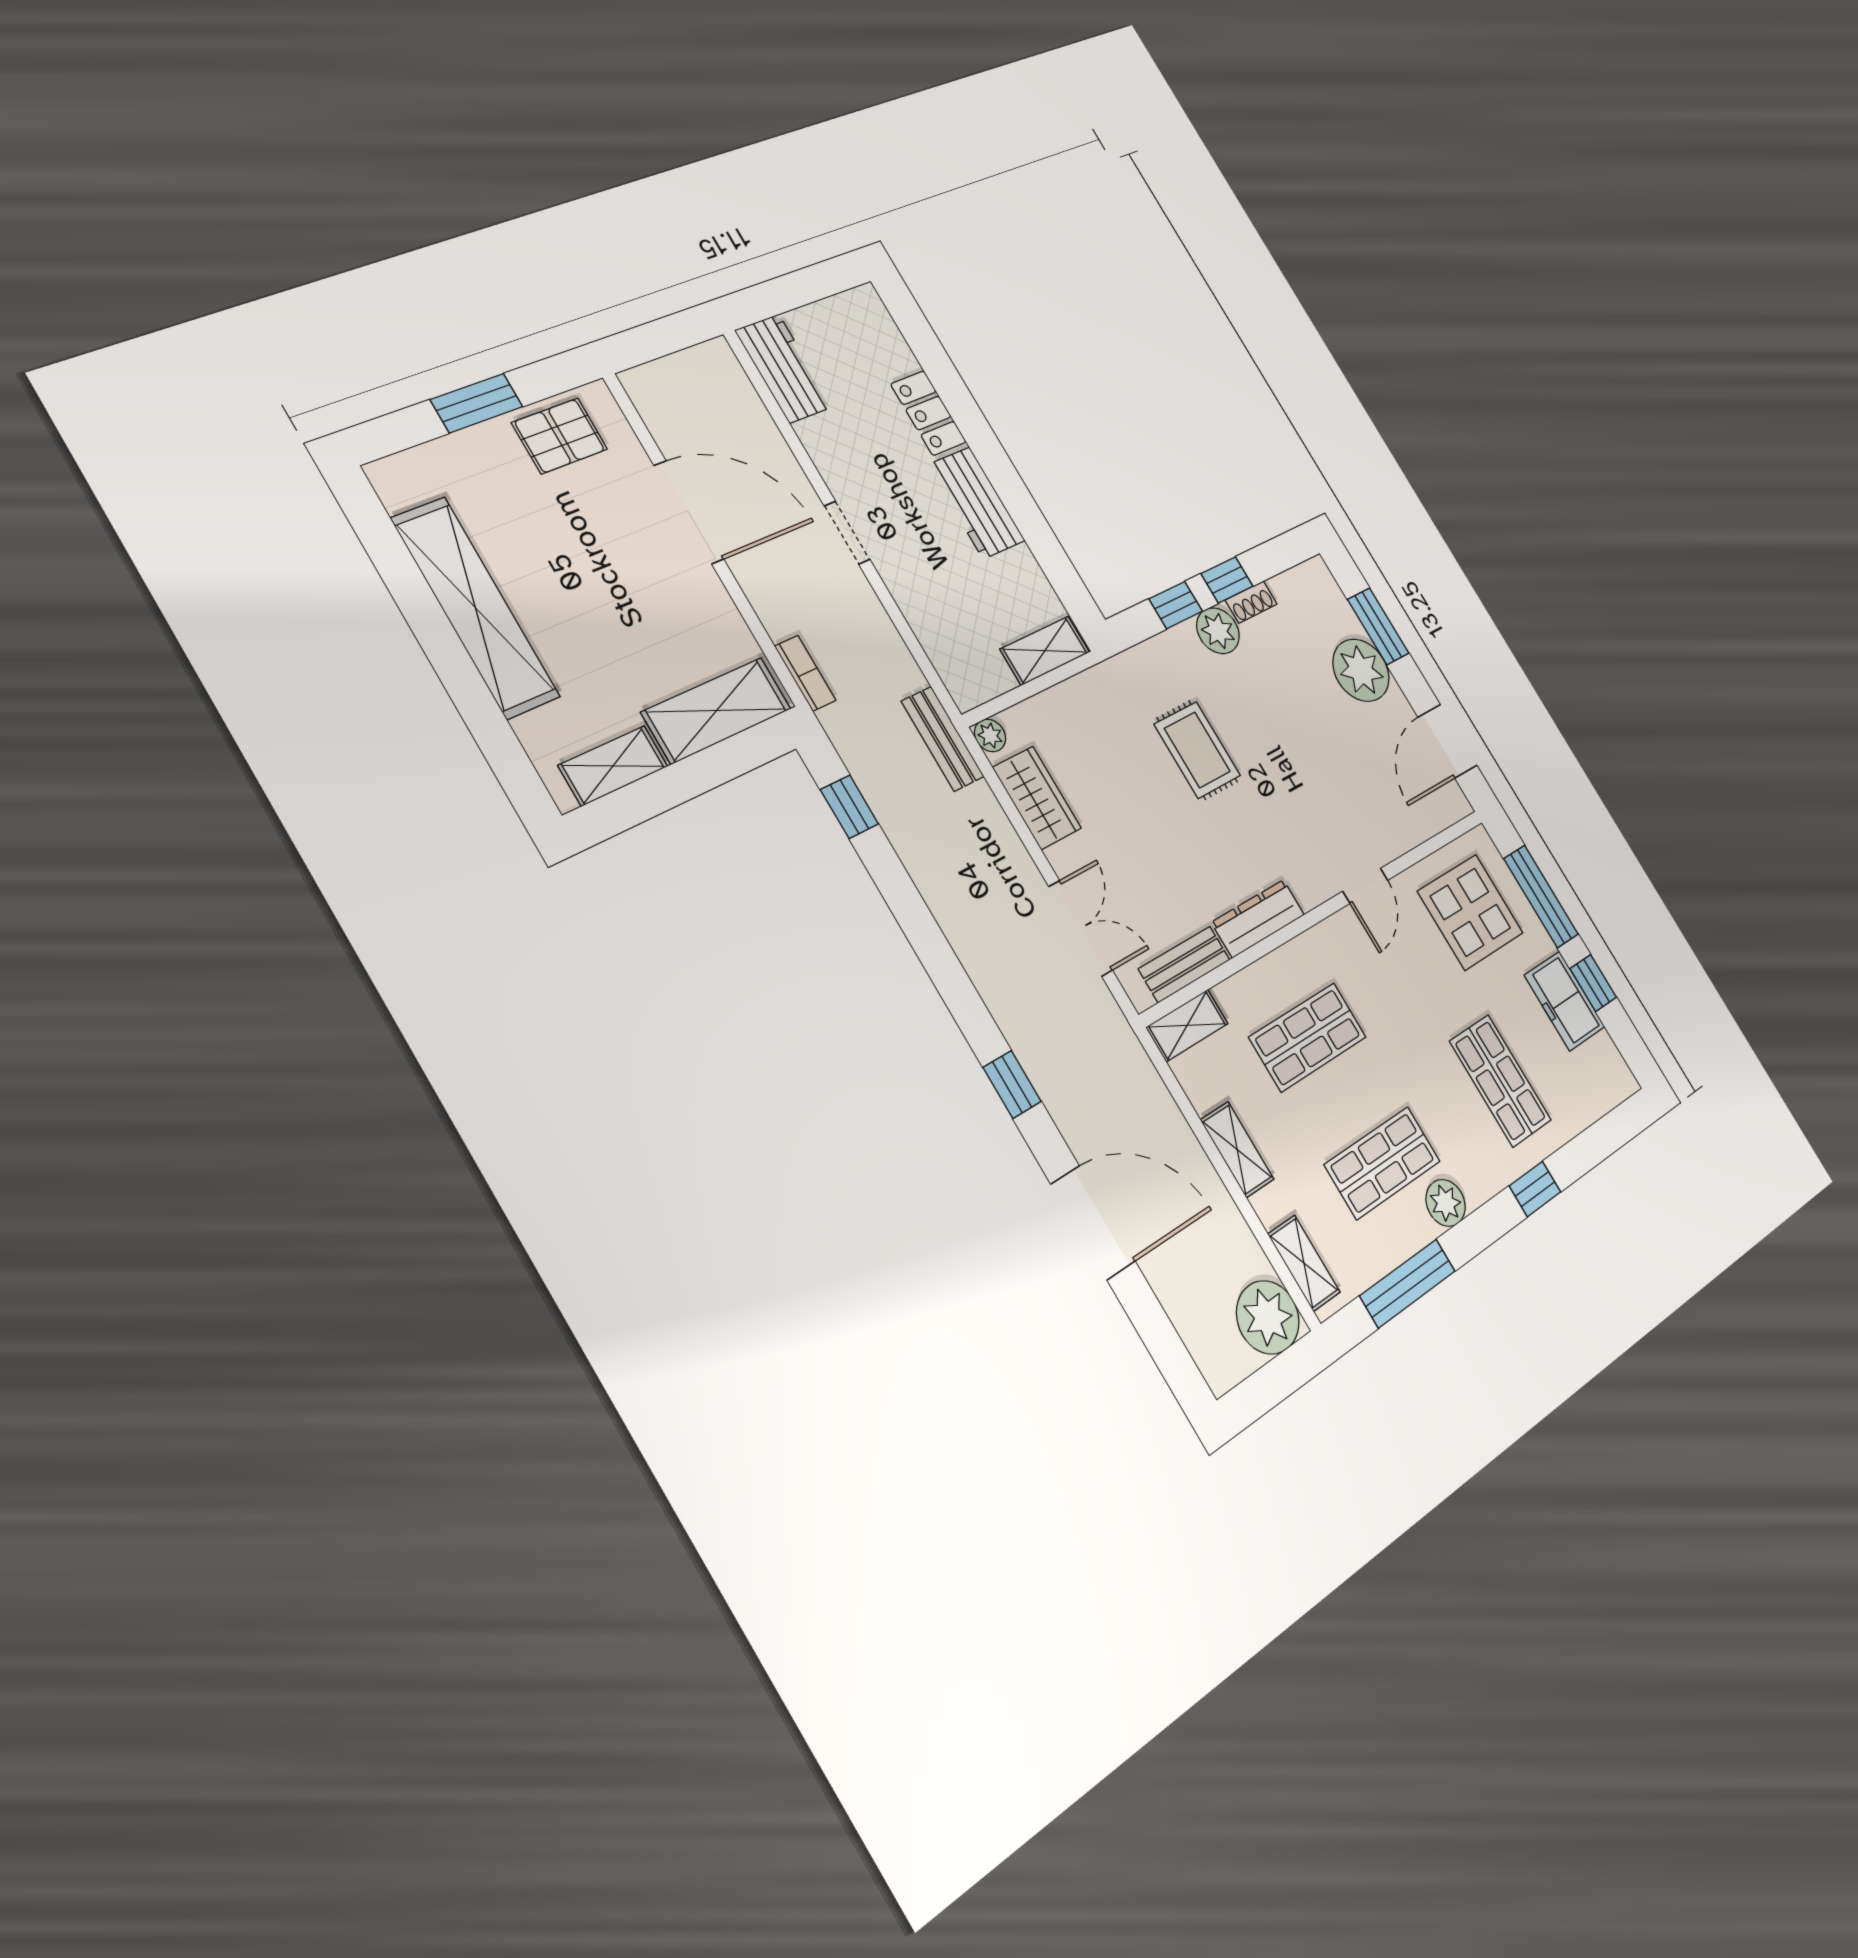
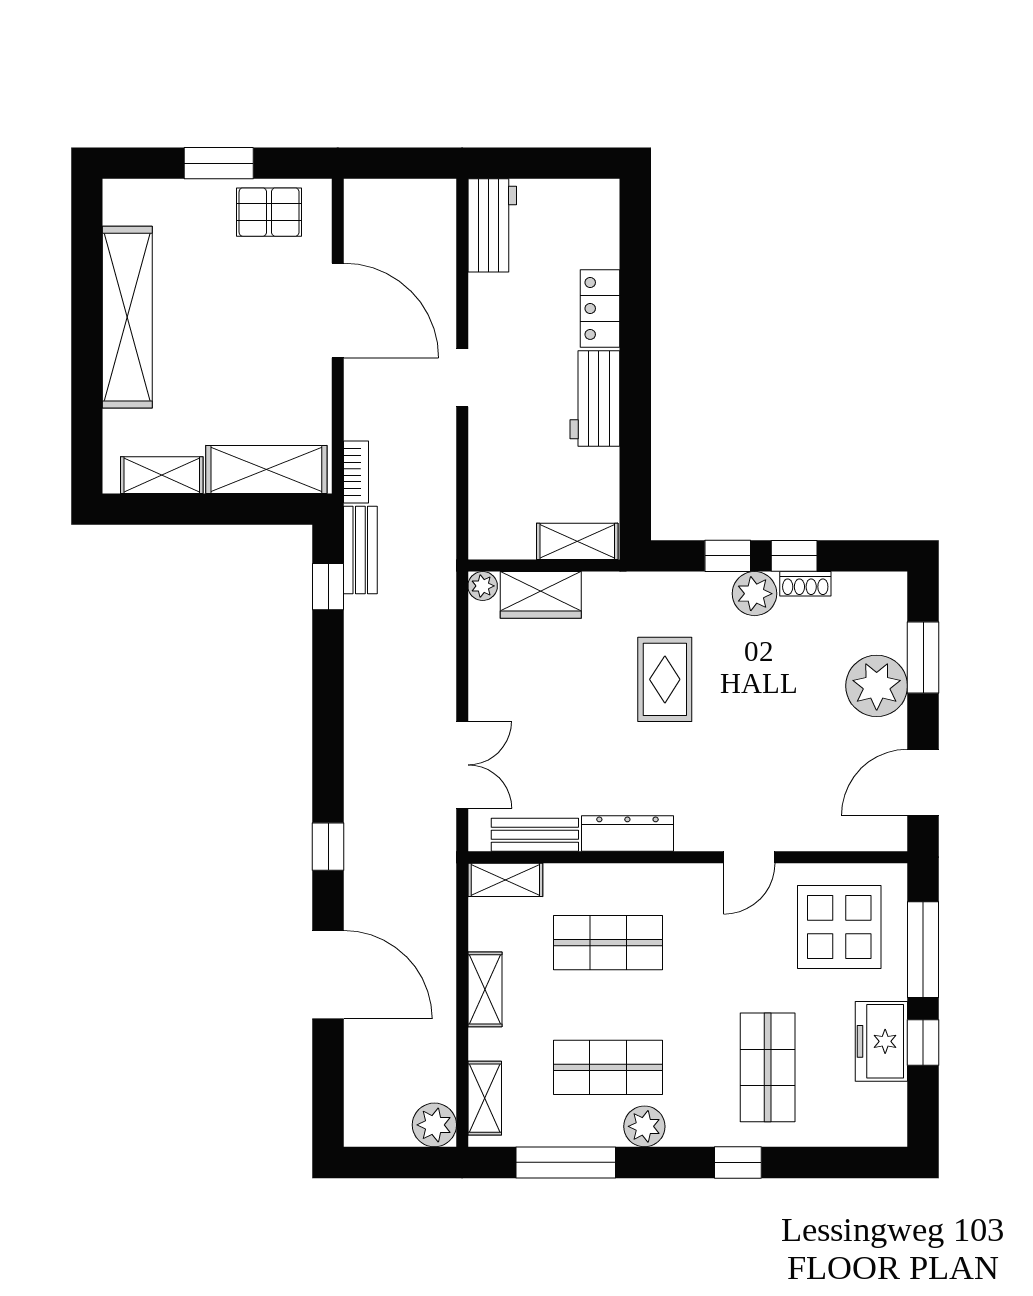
bench: (943, 739) -> (360, 550), moved
wardrobe: (1037, 798) -> (541, 595), moved, turned 90
plant: (1268, 1317) -> (434, 1125), width x0.73, depth x0.73

